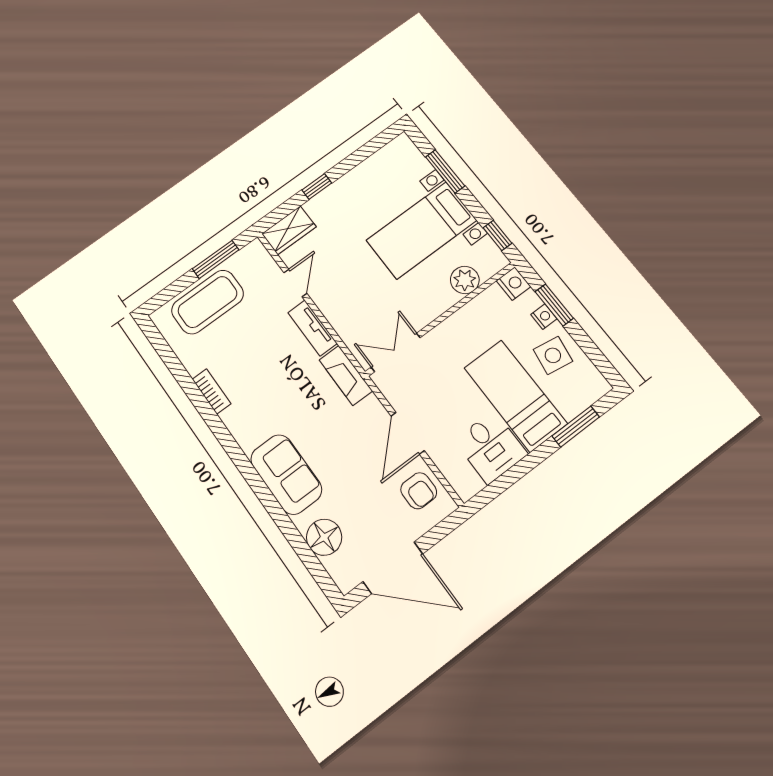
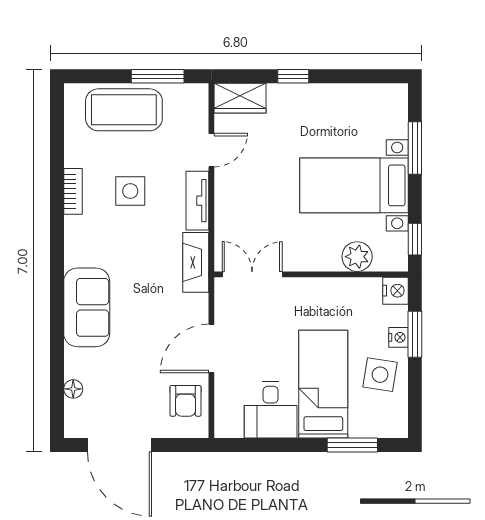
side table: (256, 359) -> (130, 191), added
floor lamp: (324, 537) -> (73, 389), width x0.53, depth x0.53

